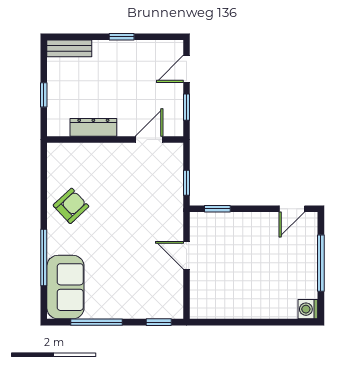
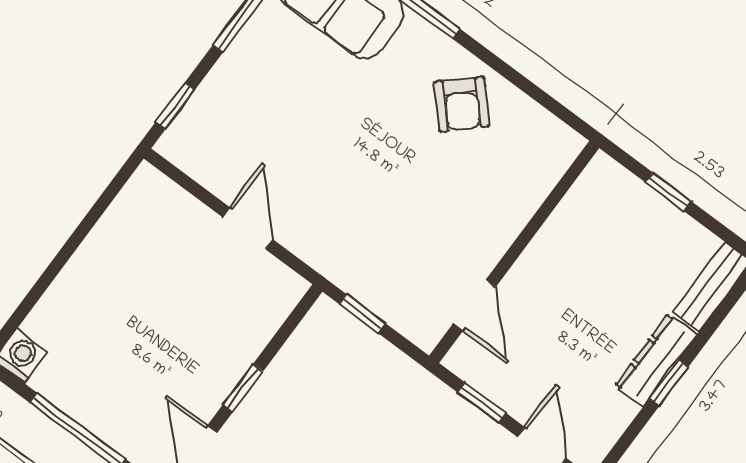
dresser: (93, 127) -> (656, 360), moved, turned 180
window: (217, 209) -> (243, 388), moved
door: (187, 255) -> (248, 228), hinge flipped

